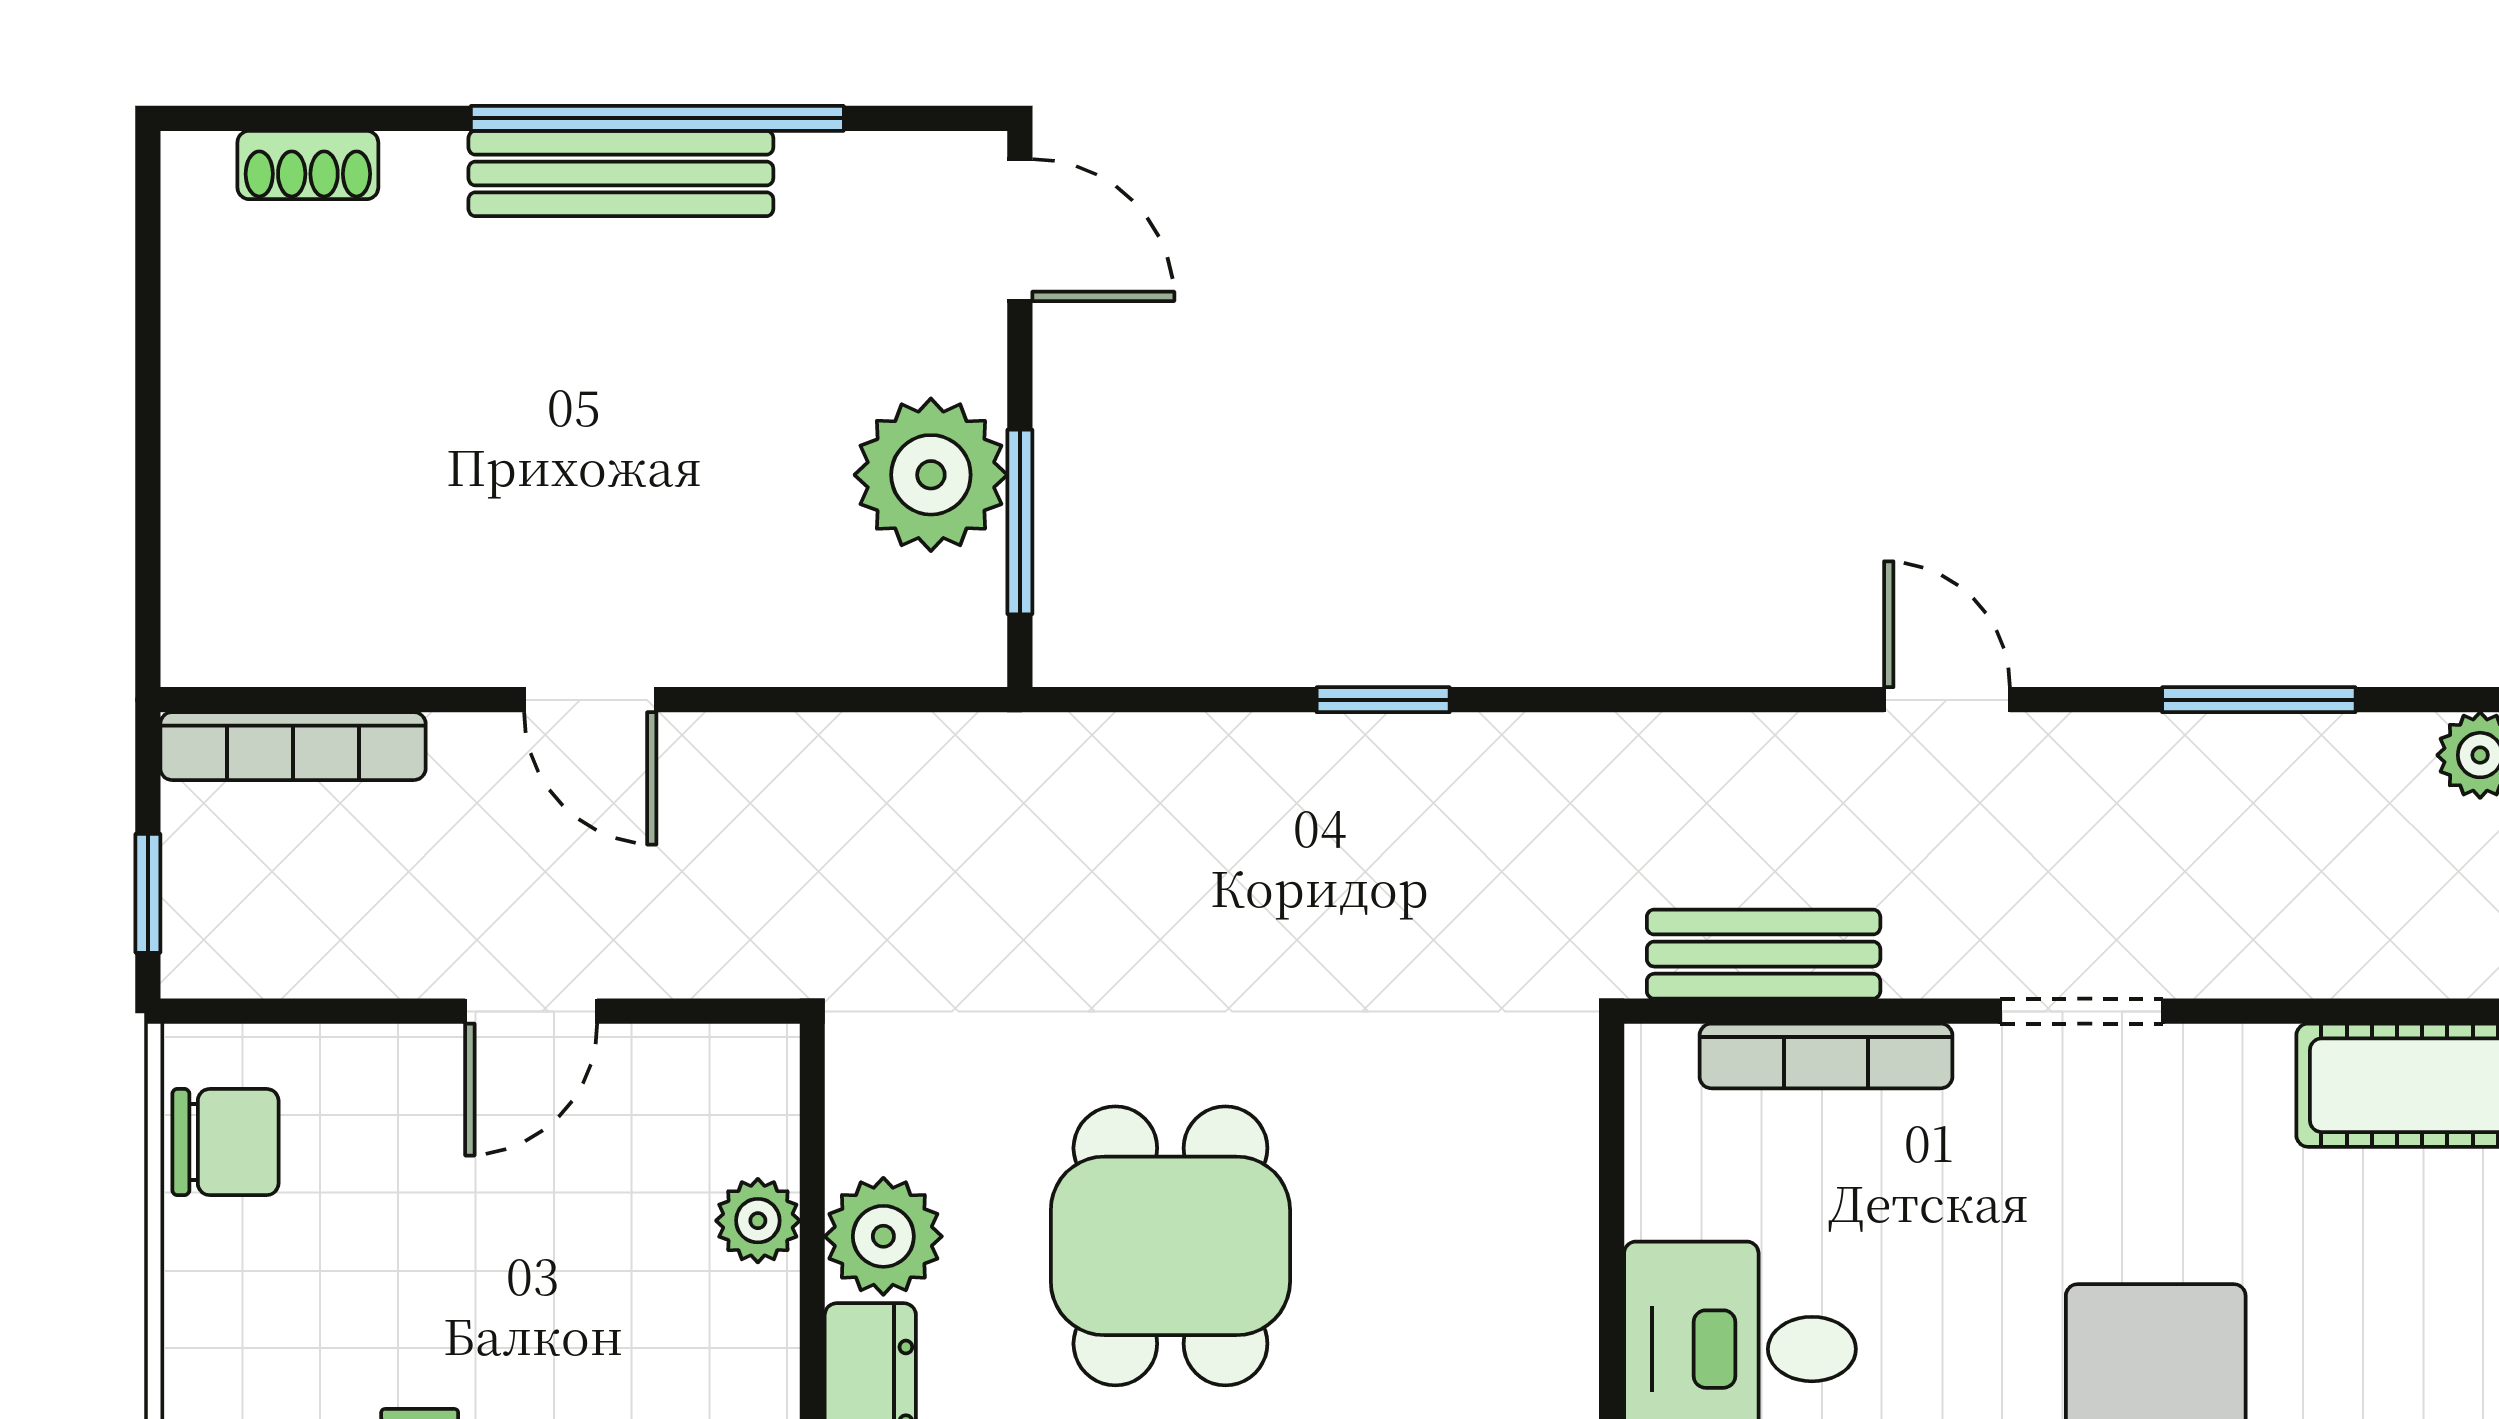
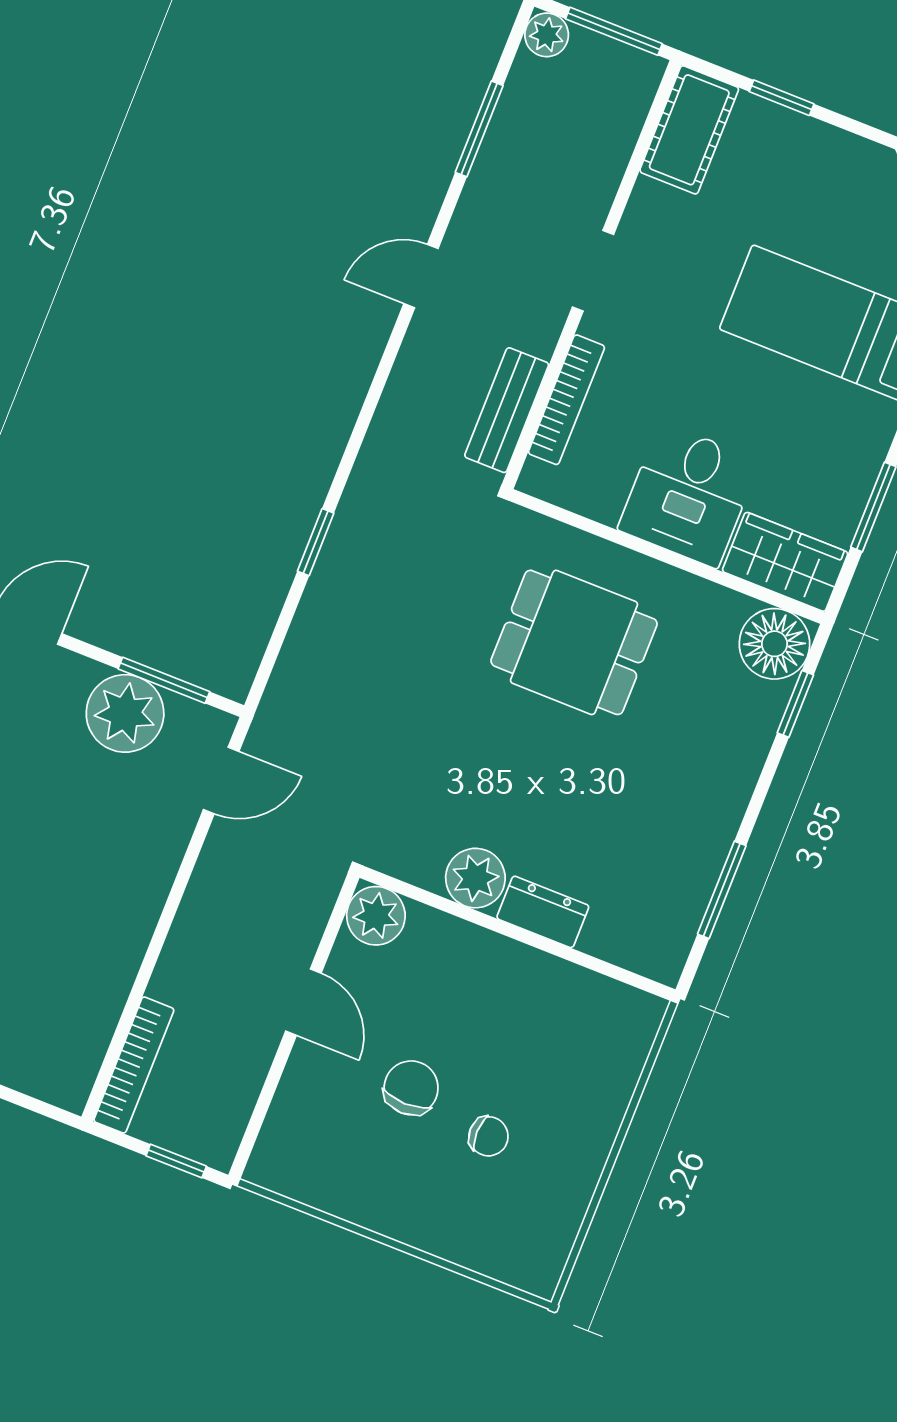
door: (590, 700) -> (221, 780), moved
chair: (225, 1142) -> (411, 1088), moved
plant: (758, 1221) -> (376, 916), moved, width x1.38, depth x1.38
dining table: (1170, 1246) -> (574, 642), moved

